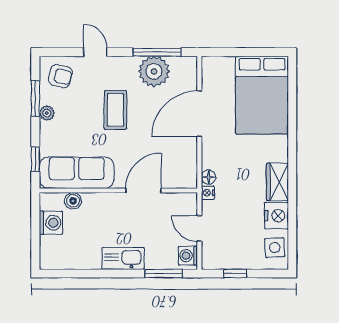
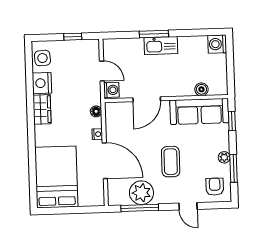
armchair: (60, 76) -> (215, 187), turned 76
door: (199, 114) -> (105, 161), hinge flipped
nightstand: (208, 193) -> (97, 134), moved
washing machine: (51, 223) -> (217, 44), moved
washing machine: (188, 256) -> (111, 90), moved
window: (164, 273) -> (154, 34), moved

